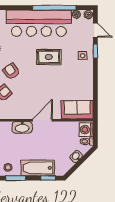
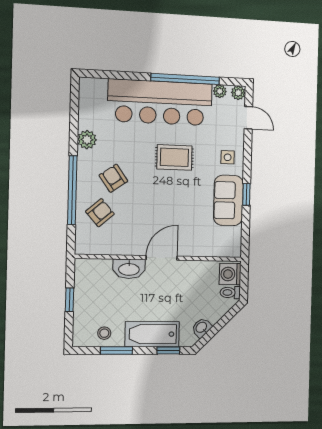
window: (95, 51) -> (246, 194), moved
sofa: (77, 110) -> (228, 200), moved, turned -90
washbasin: (76, 156) -> (202, 328), moved

